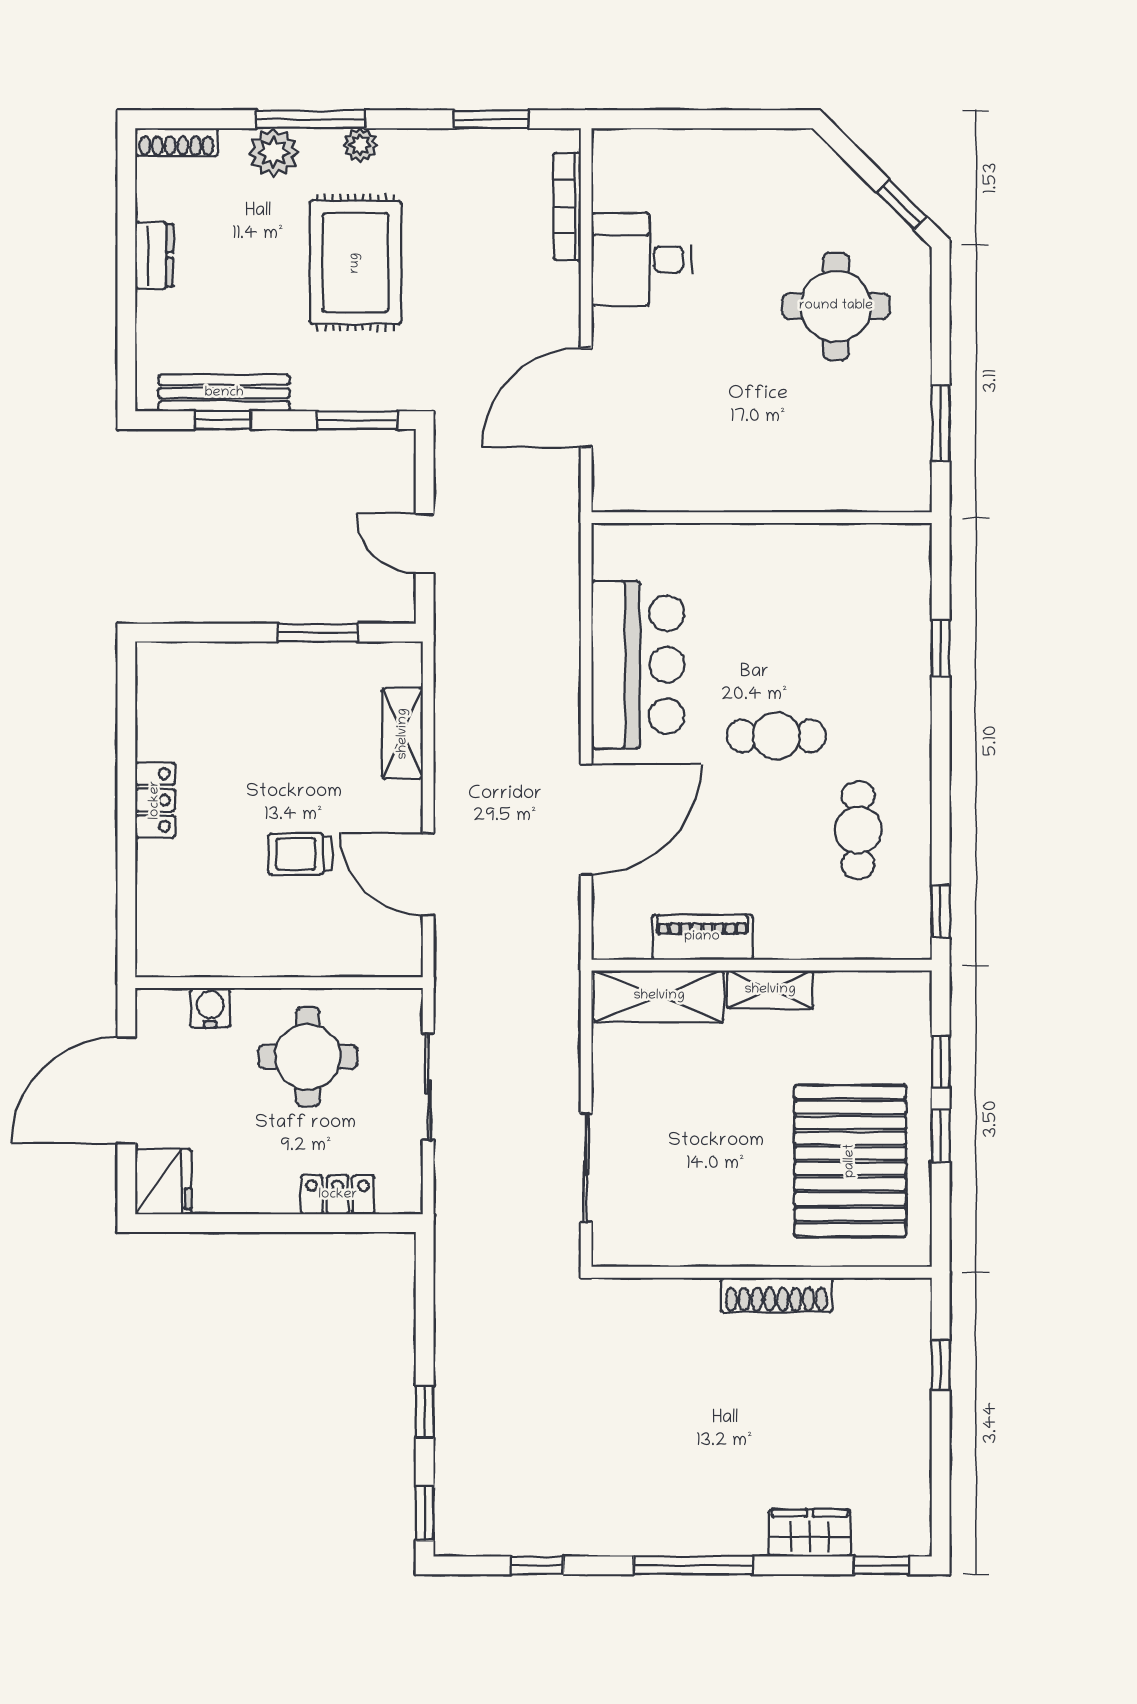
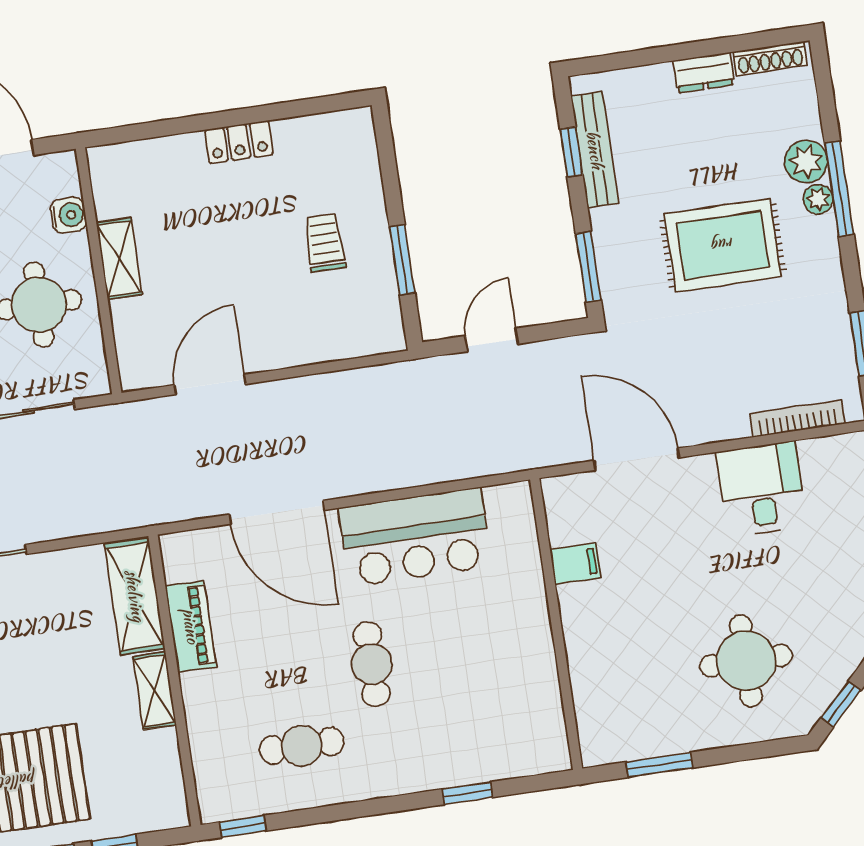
shoe rack: (176, 142) -> (770, 58), moved, turned -90
plant: (360, 145) -> (818, 199), moved
filing cabinet: (696, 485) -> (576, 564), added
shelving: (403, 734) -> (119, 259), moved, turned 90
trolley: (300, 854) -> (325, 243), moved

